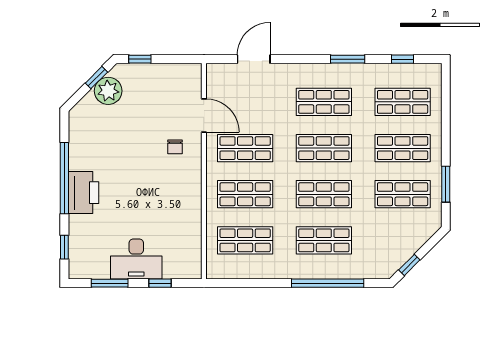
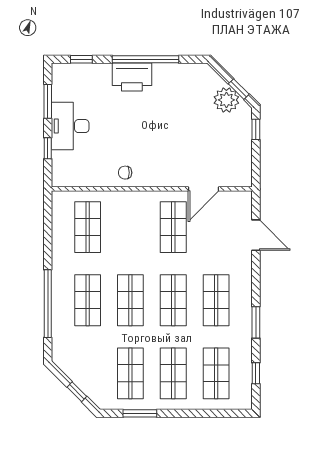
chair: (175, 147) -> (125, 173), moved
shop shelf: (245, 194) -> (130, 227), removed
window: (409, 265) -> (77, 392), moved

